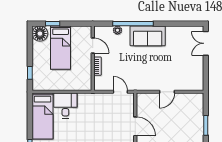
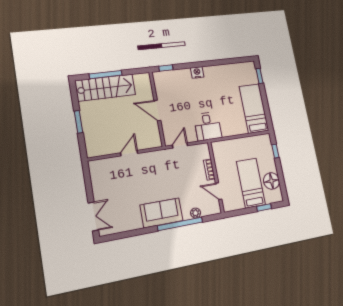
floor lamp: (40, 34) -> (272, 181), moved
door: (120, 92) -> (180, 145), swing flipped
desk: (65, 105) -> (208, 126), moved

